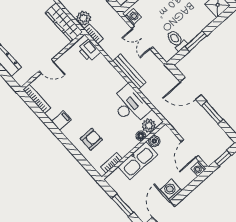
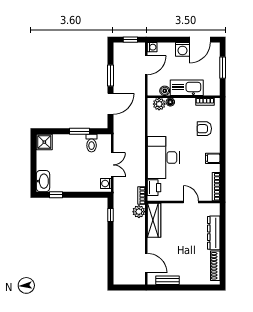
bench: (129, 72) -> (140, 150), removed
door: (191, 88) -> (111, 104), hinge flipped
desk: (130, 105) -> (163, 157), moved, width x1.36, depth x1.30

